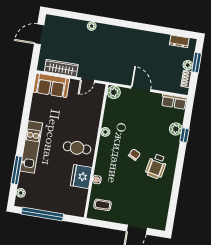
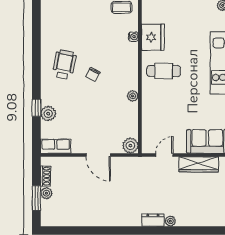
dresser: (179, 41) -> (153, 220), moved

